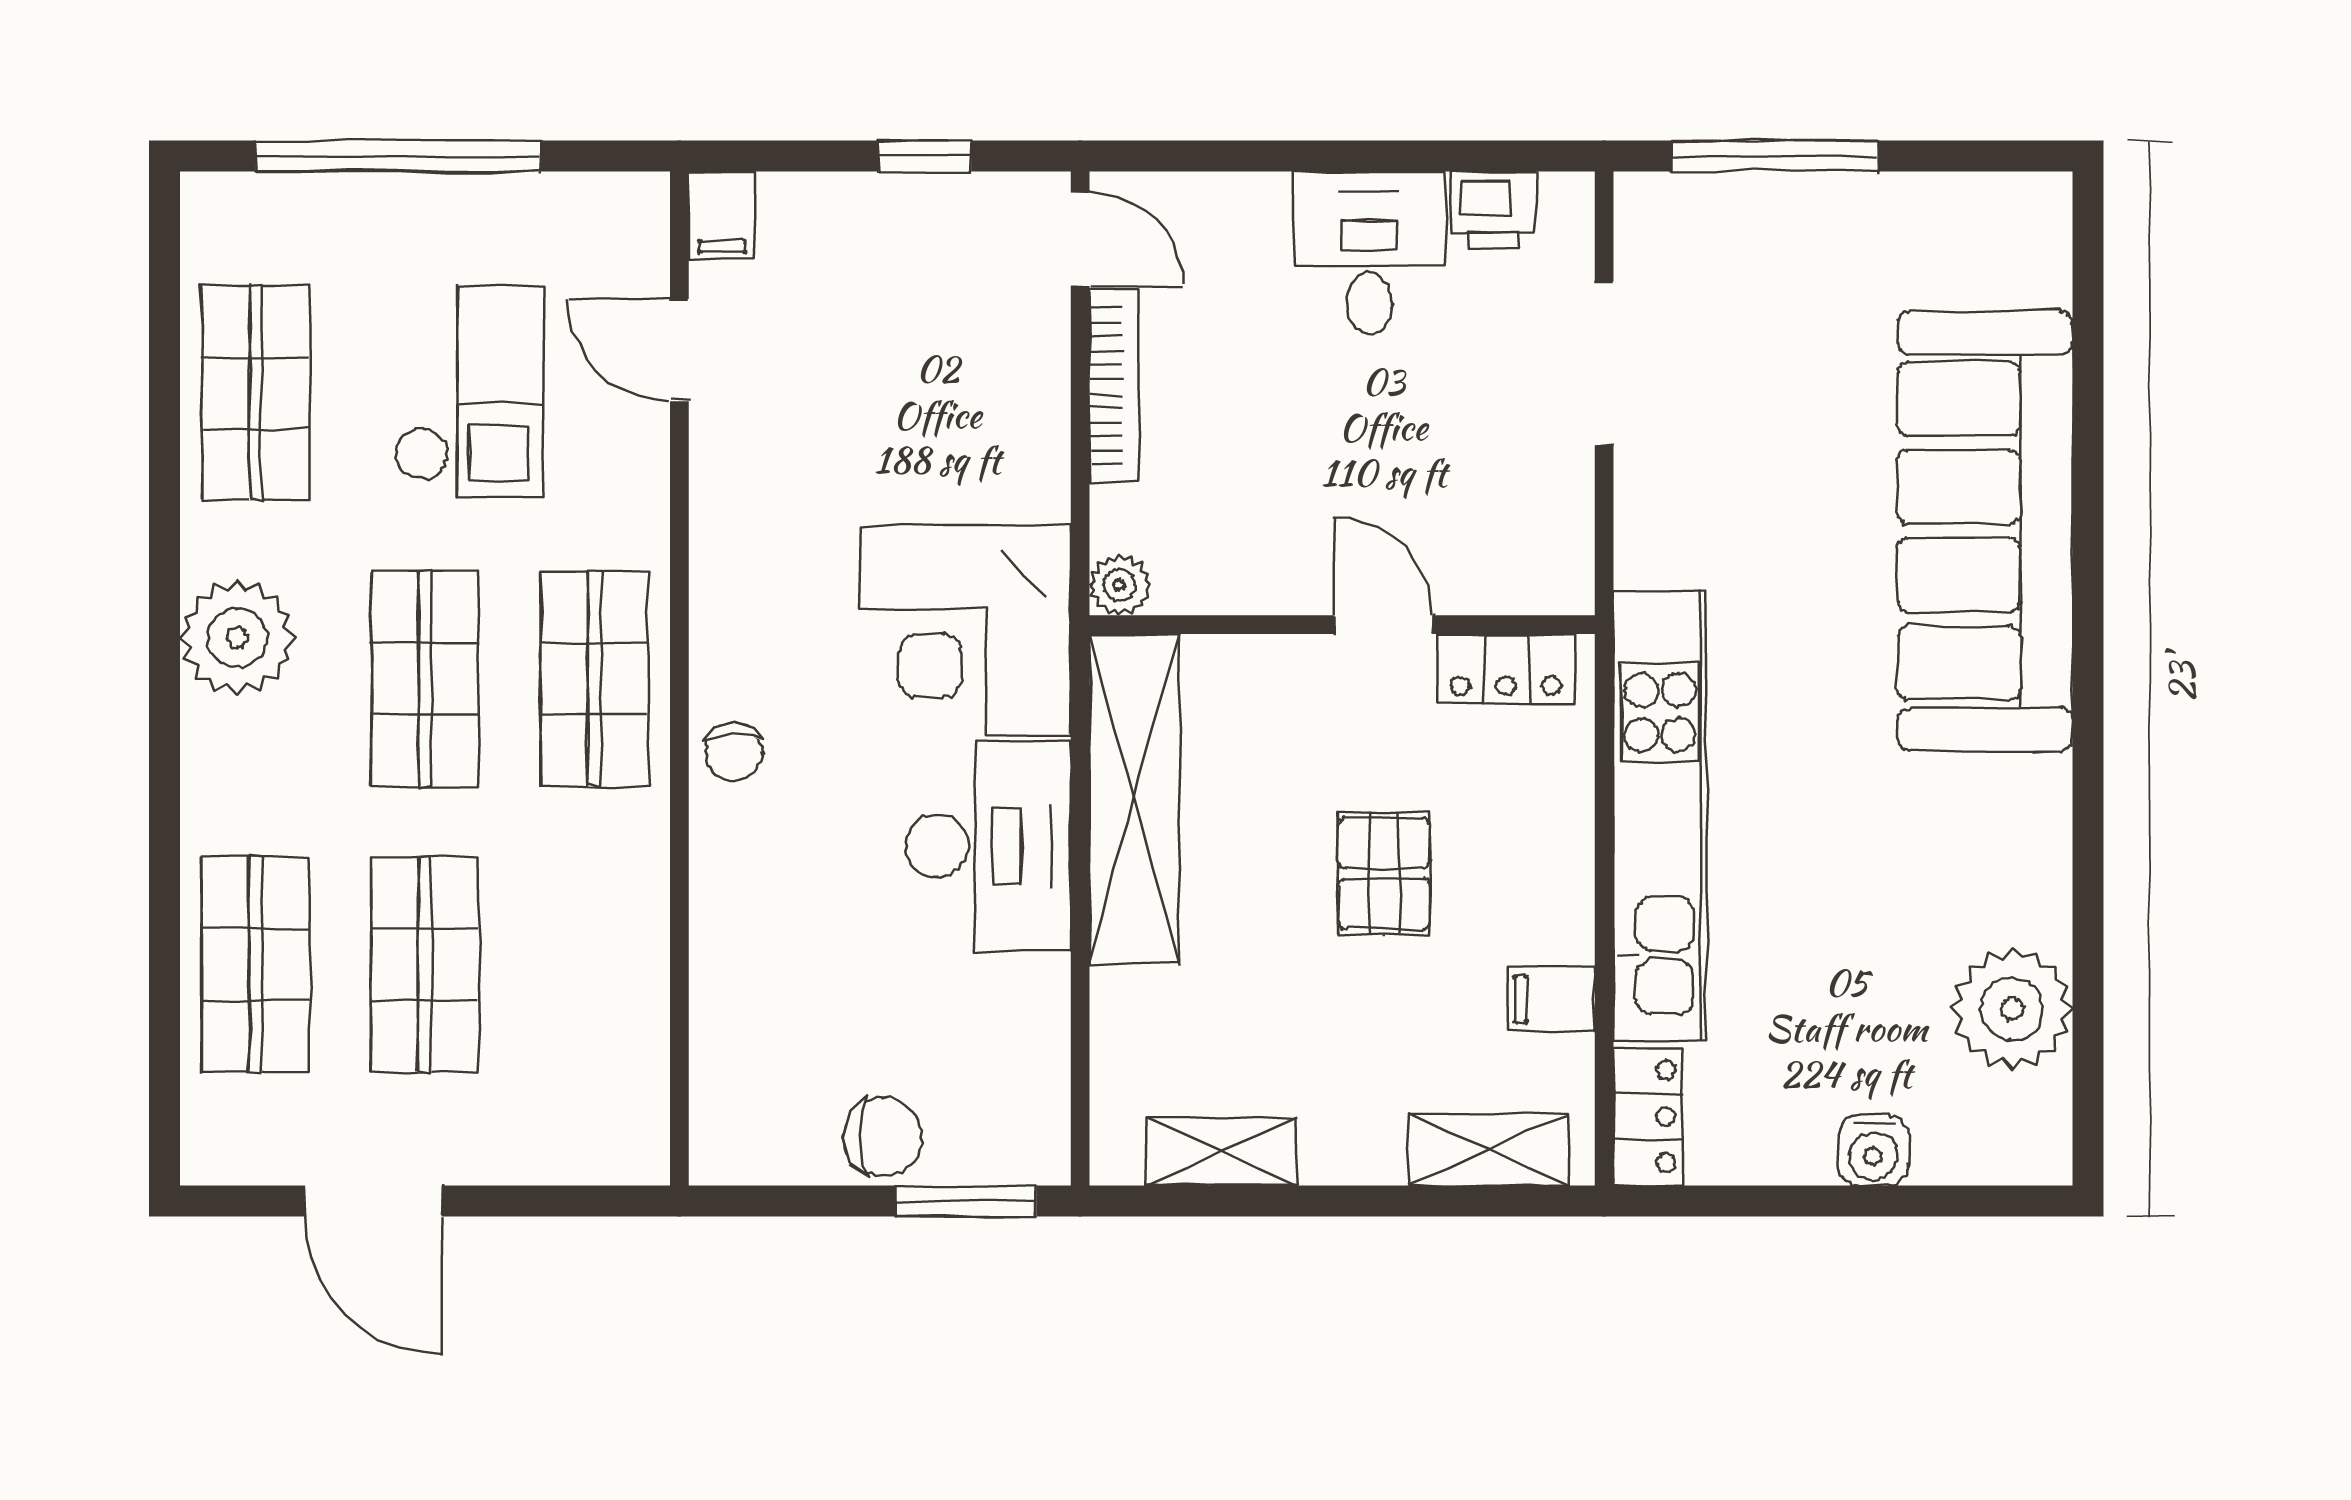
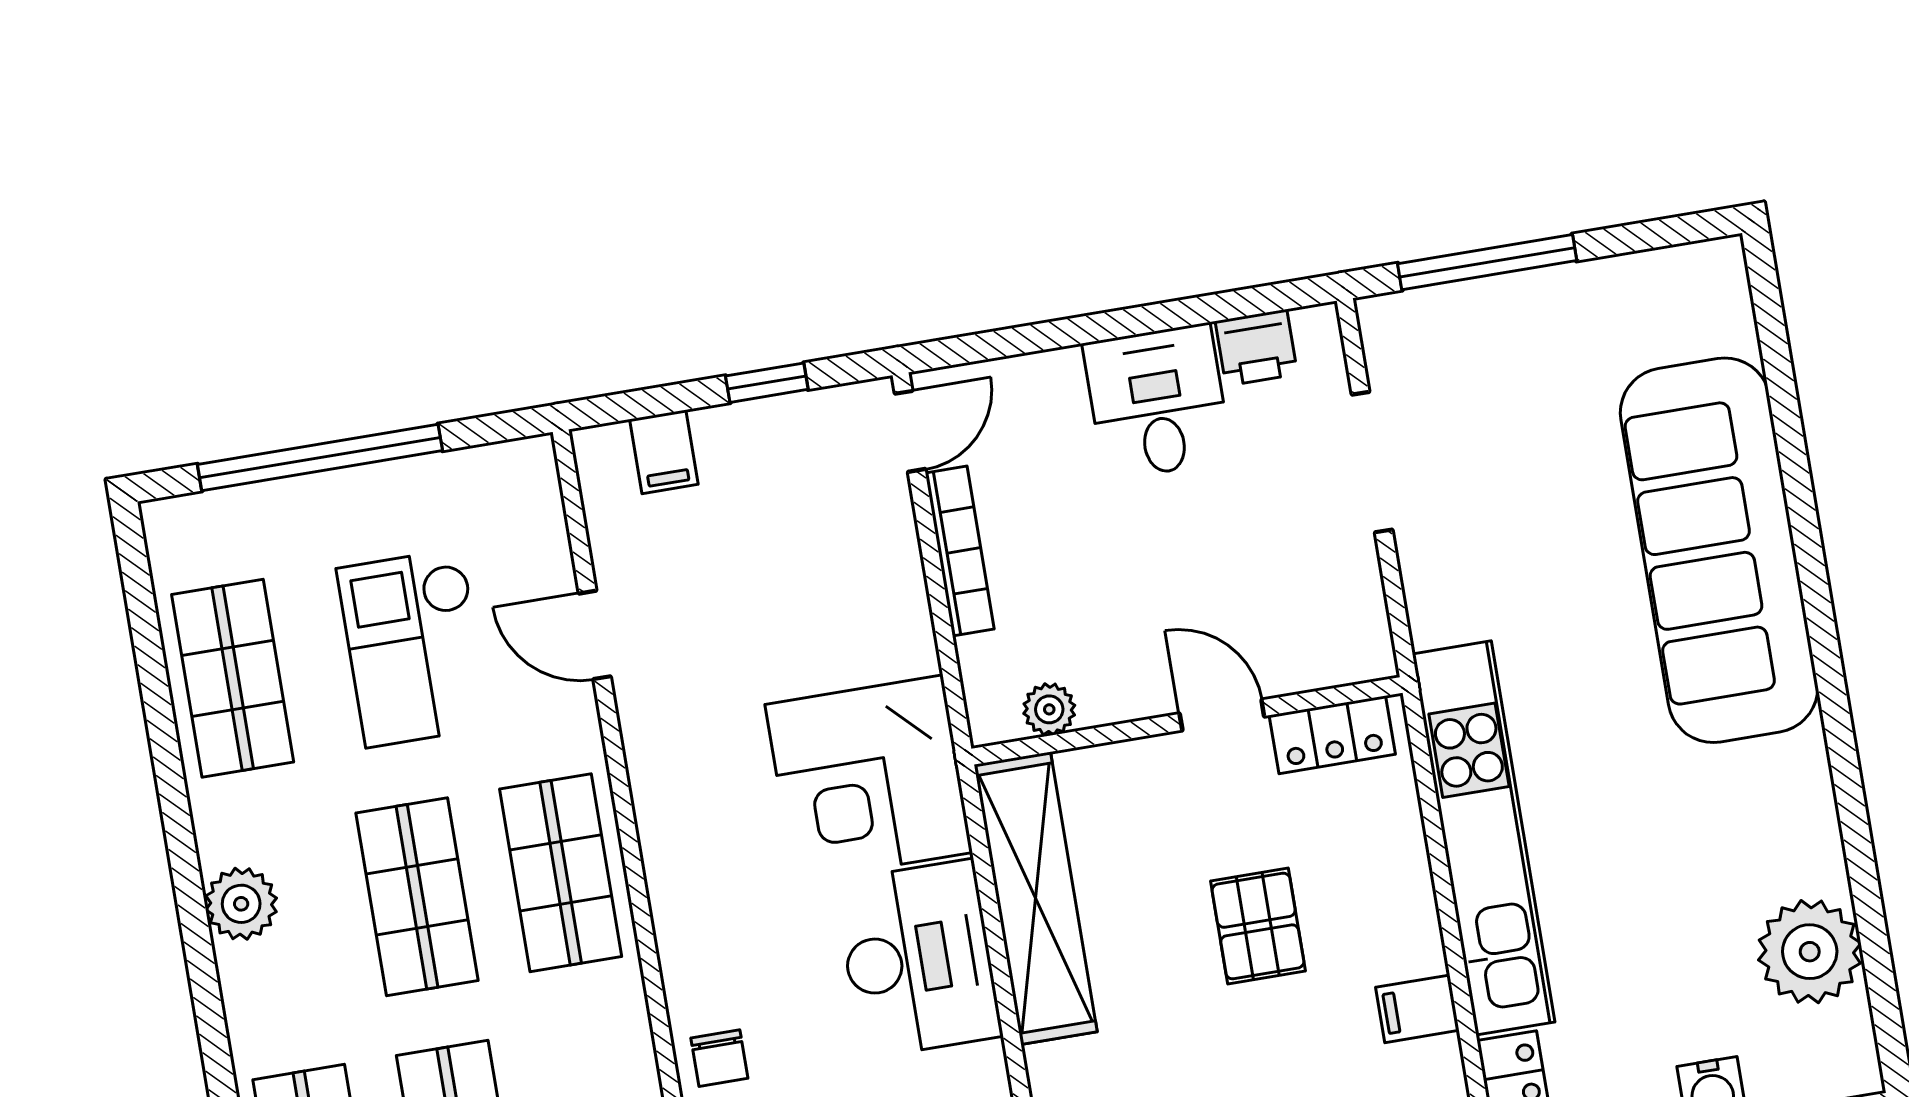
filing cabinet: (722, 216) -> (664, 452), moved
door: (1080, 239) -> (910, 431), hinge flipped
door: (679, 350) -> (595, 635), moved
checkout: (469, 392) -> (414, 648), turned 180
plant: (1120, 585) -> (1049, 709), moved
plant: (237, 638) -> (241, 904), width x0.73, depth x0.73
chair: (733, 752) -> (719, 1058), moved

